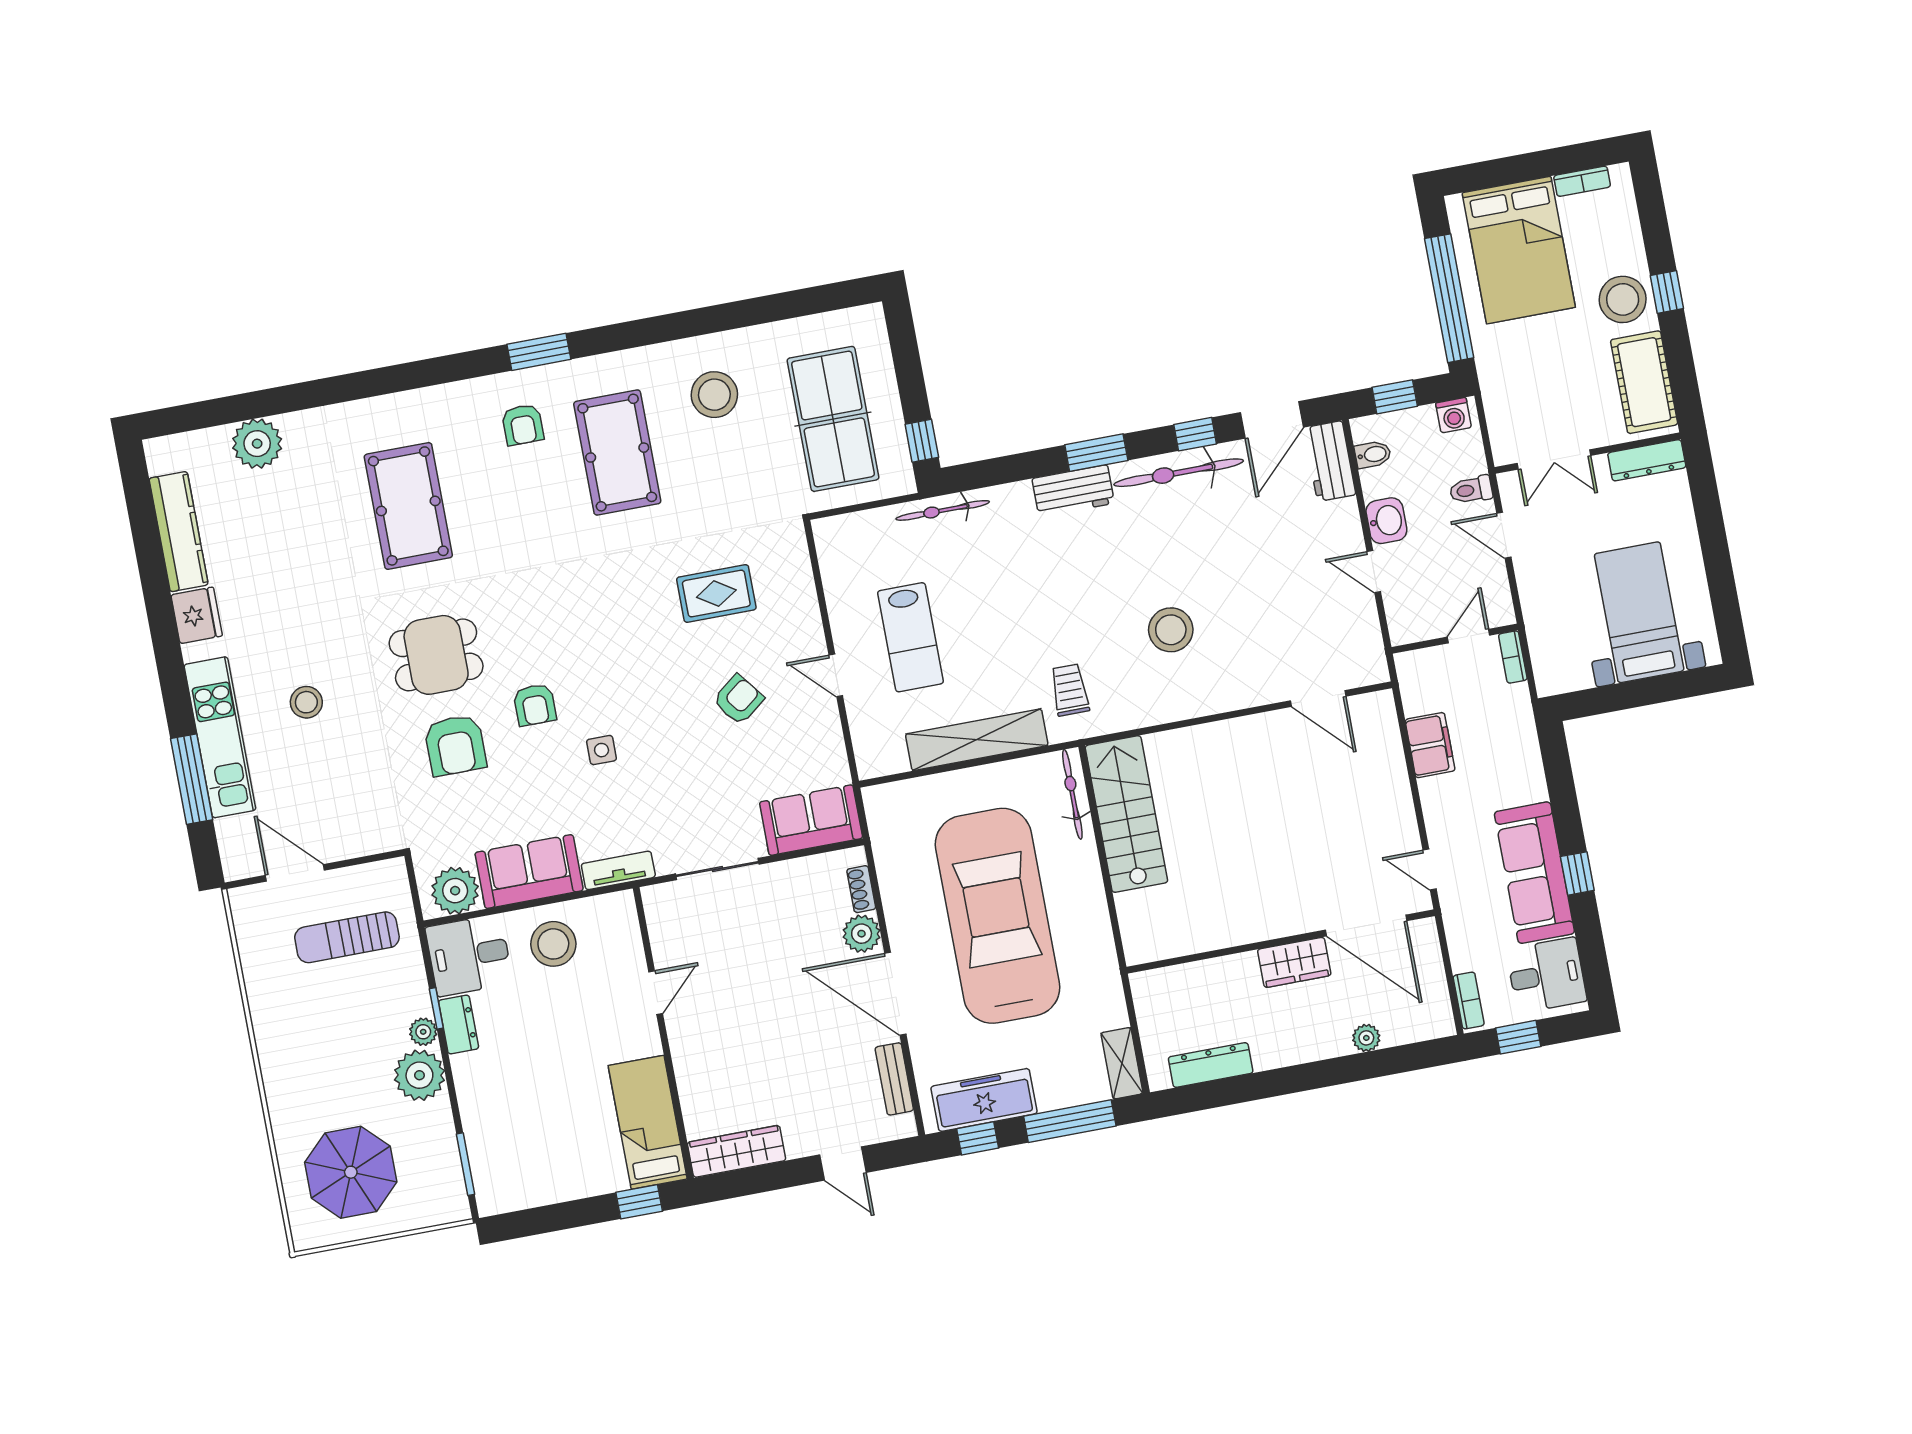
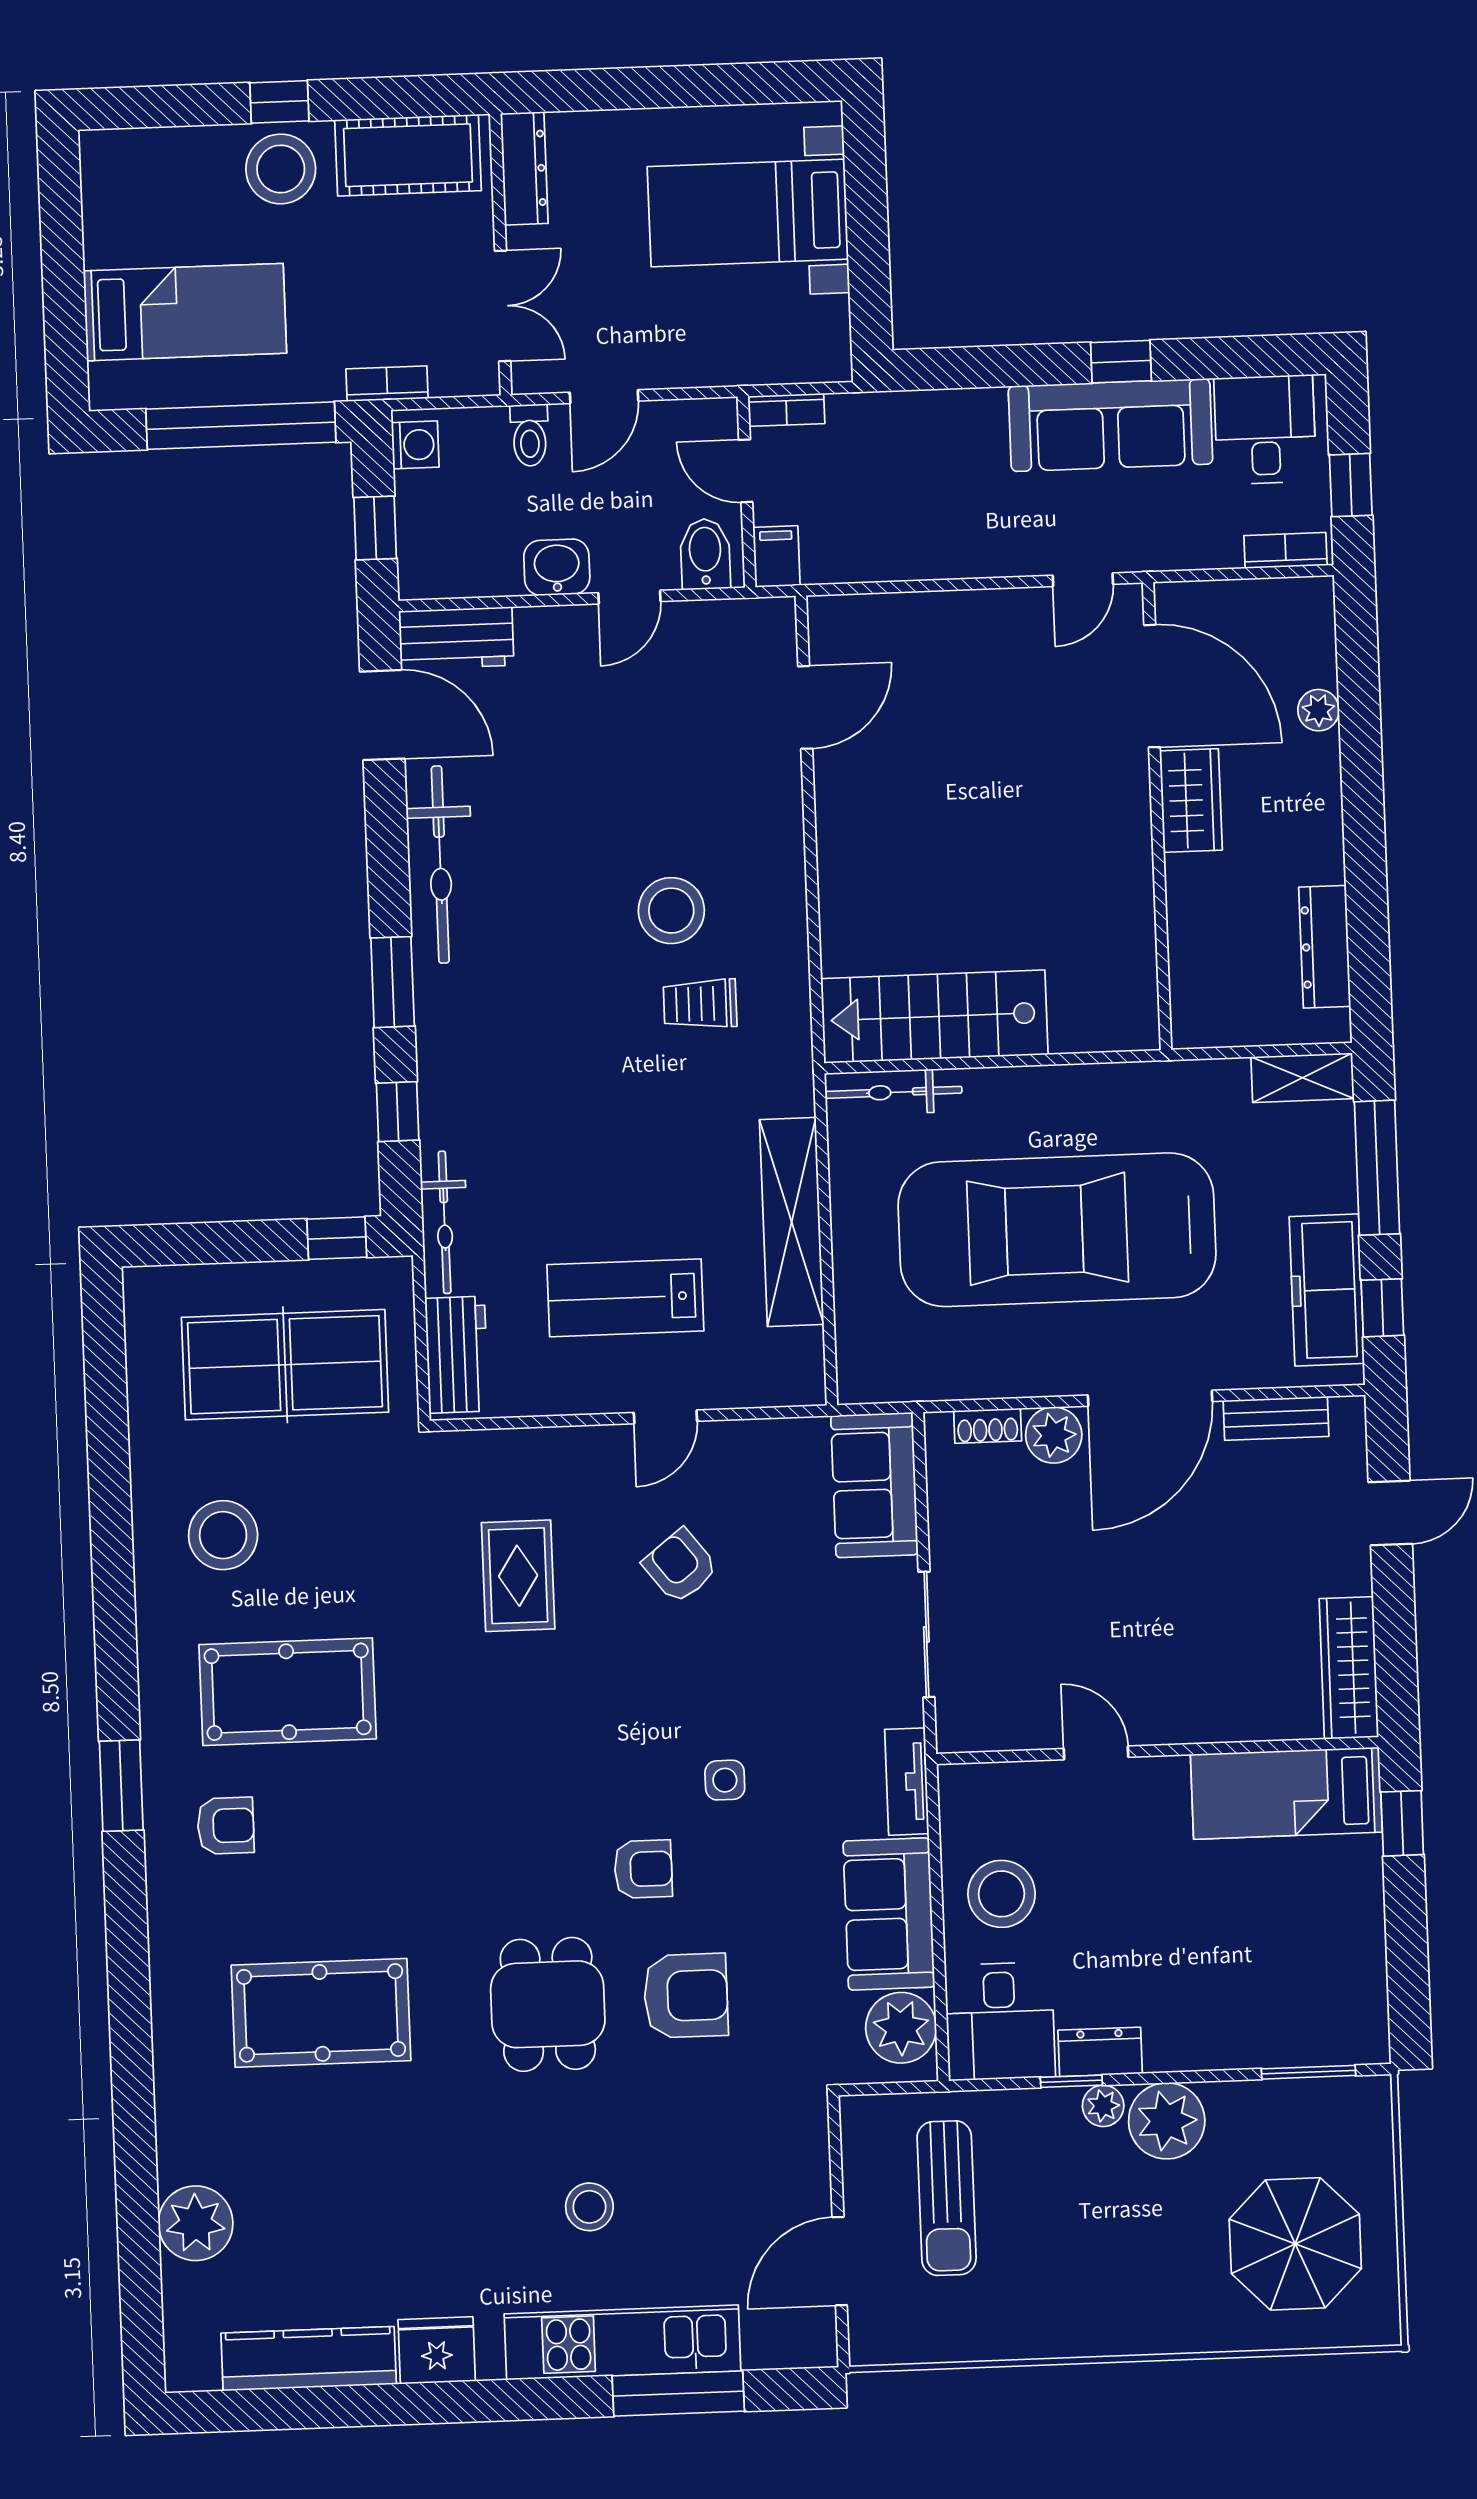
bookcase: (1582, 181) -> (387, 384), moved, turned -90
bed: (1519, 250) -> (185, 312), width x0.67
window: (1195, 434) -> (398, 1112), moved
bidet: (1373, 454) -> (705, 554), moved, width x1.38, depth x1.36
workbench: (1073, 491) -> (457, 1355), moved
lab bench: (910, 637) -> (625, 1298), turned 180
trolley: (1070, 690) -> (700, 1004), moved
filing cabinet: (1430, 745) -> (777, 556), moved, width x0.50
door: (1366, 925) -> (1152, 686), hinge flipped

